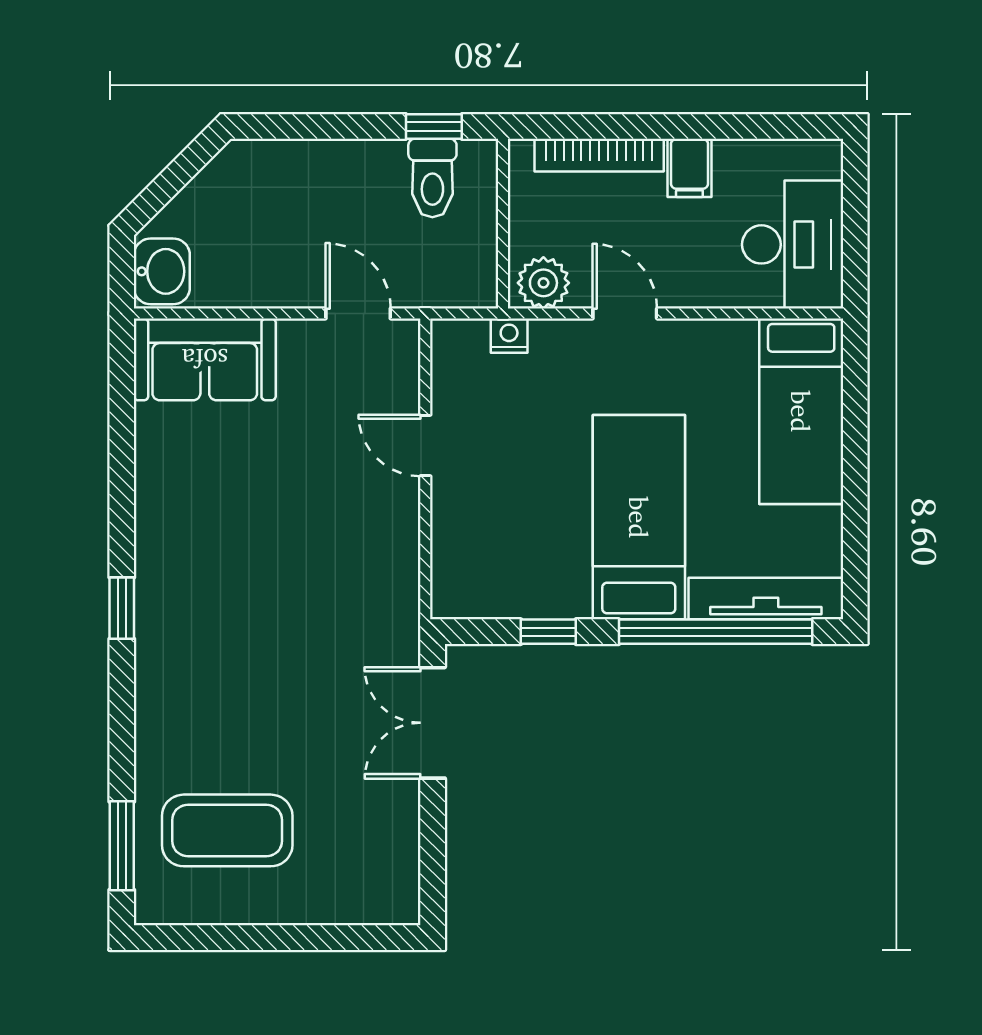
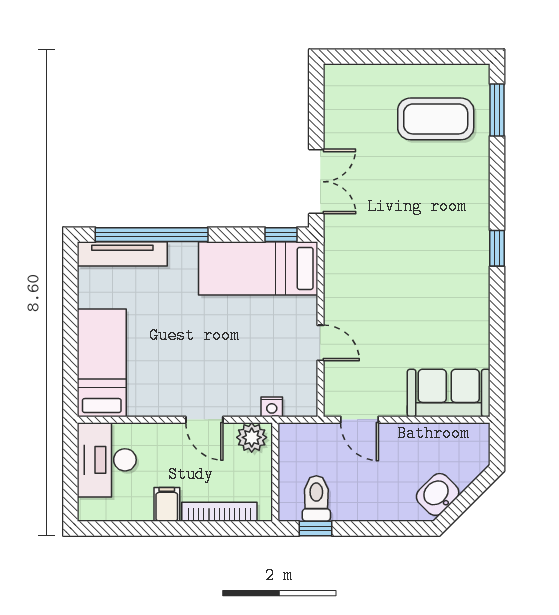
washbasin: (162, 271) -> (438, 494), moved, turned 45
bed: (639, 517) -> (258, 268), moved, turned 90
window: (548, 632) -> (281, 235), moved

